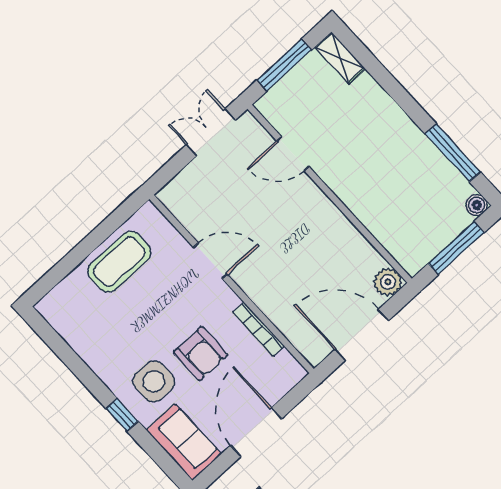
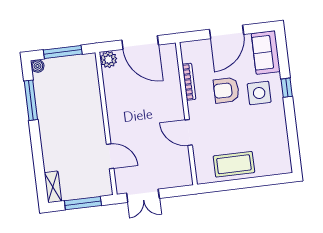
armchair: (200, 354) -> (226, 90), turned -90

